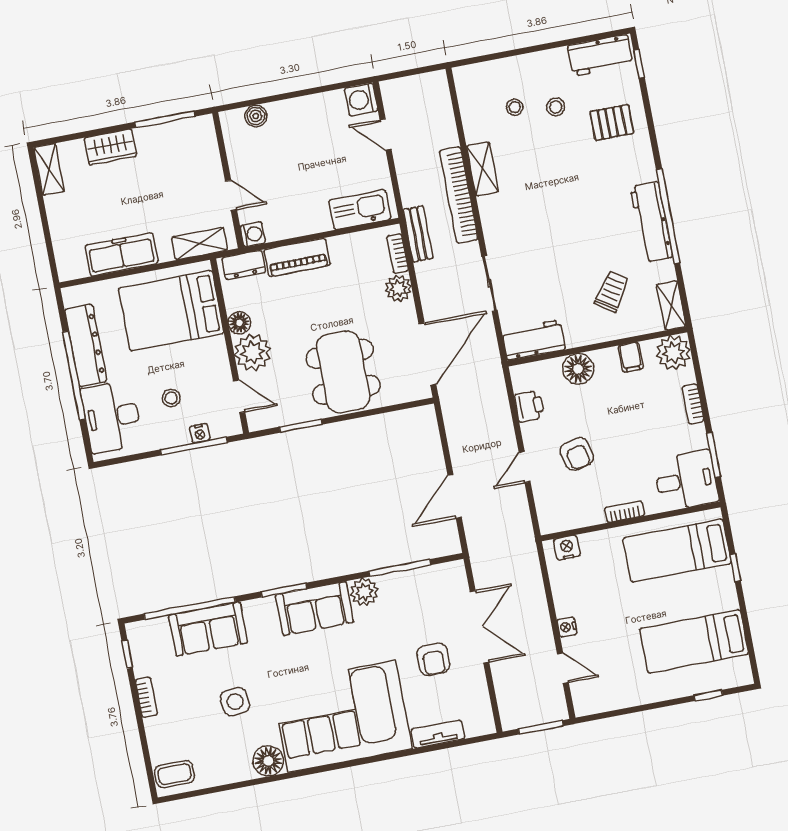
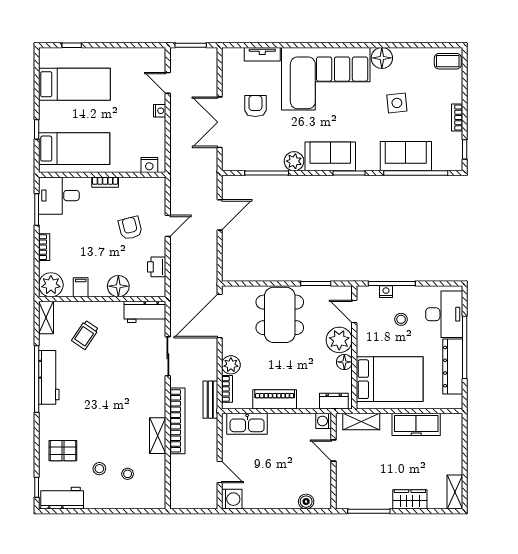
piano: (297, 257) -> (275, 399), moved

